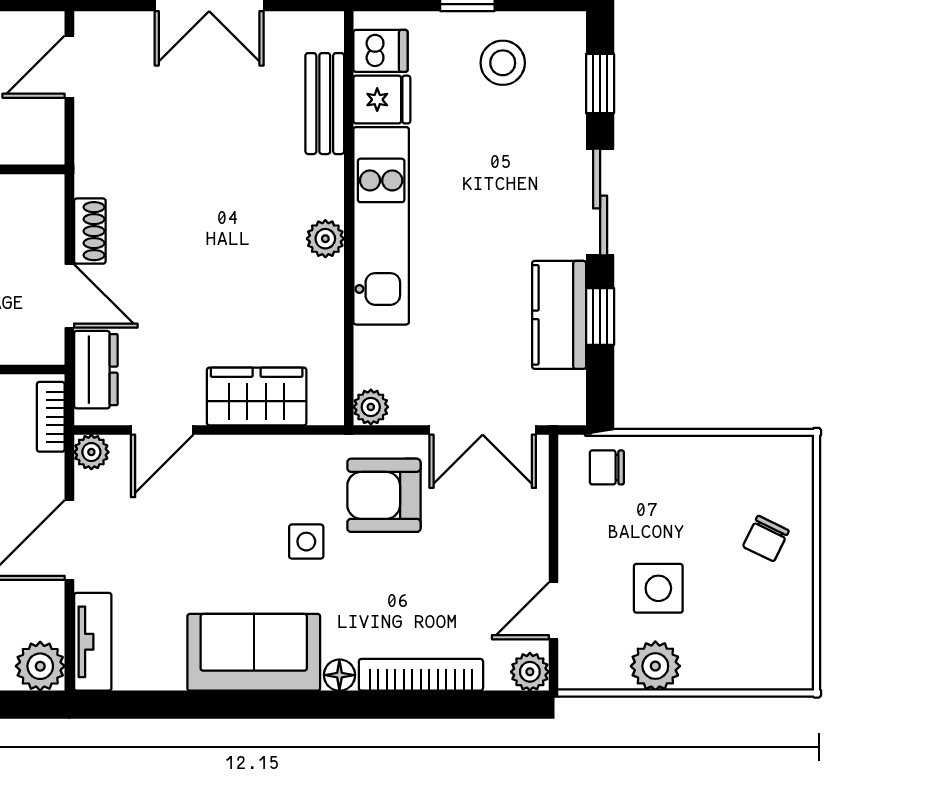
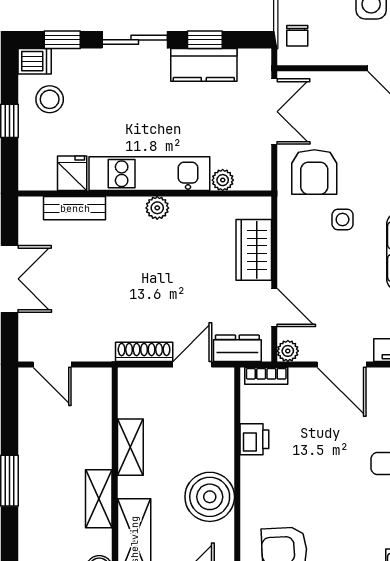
dishwasher: (380, 51) -> (35, 61), moved, turned 90
shoe rack: (90, 231) -> (144, 352), width x1.43
plant: (371, 407) -> (223, 180), moved

